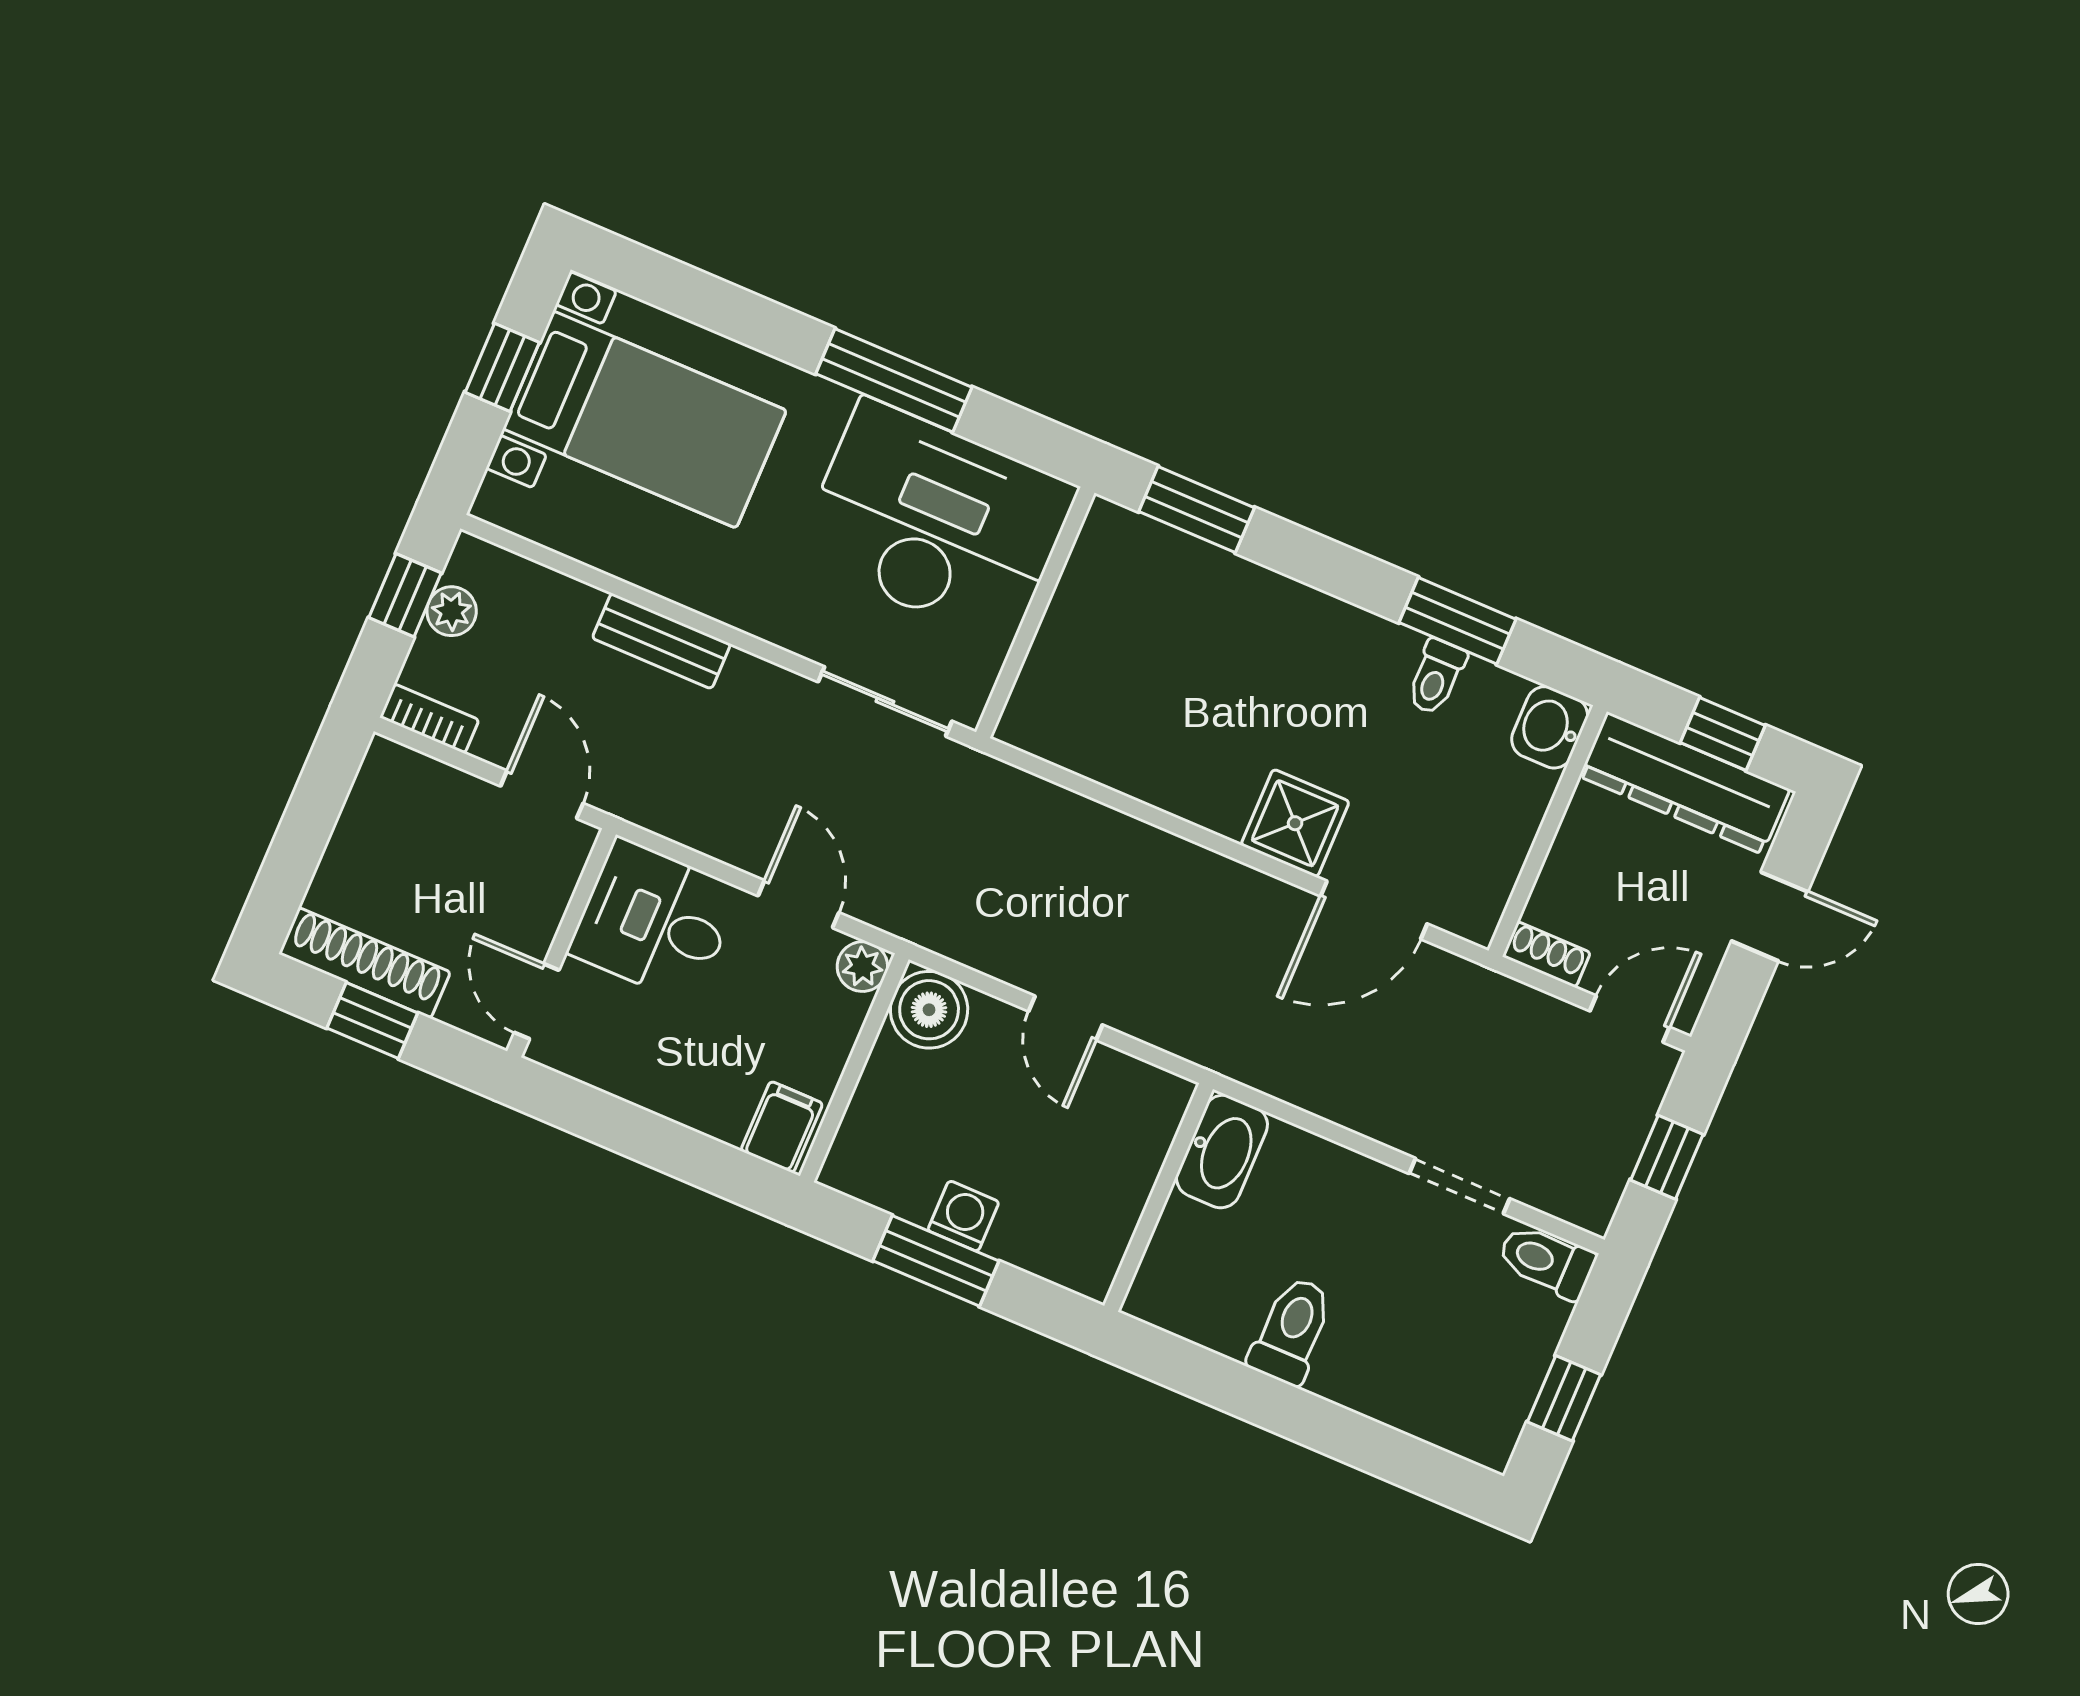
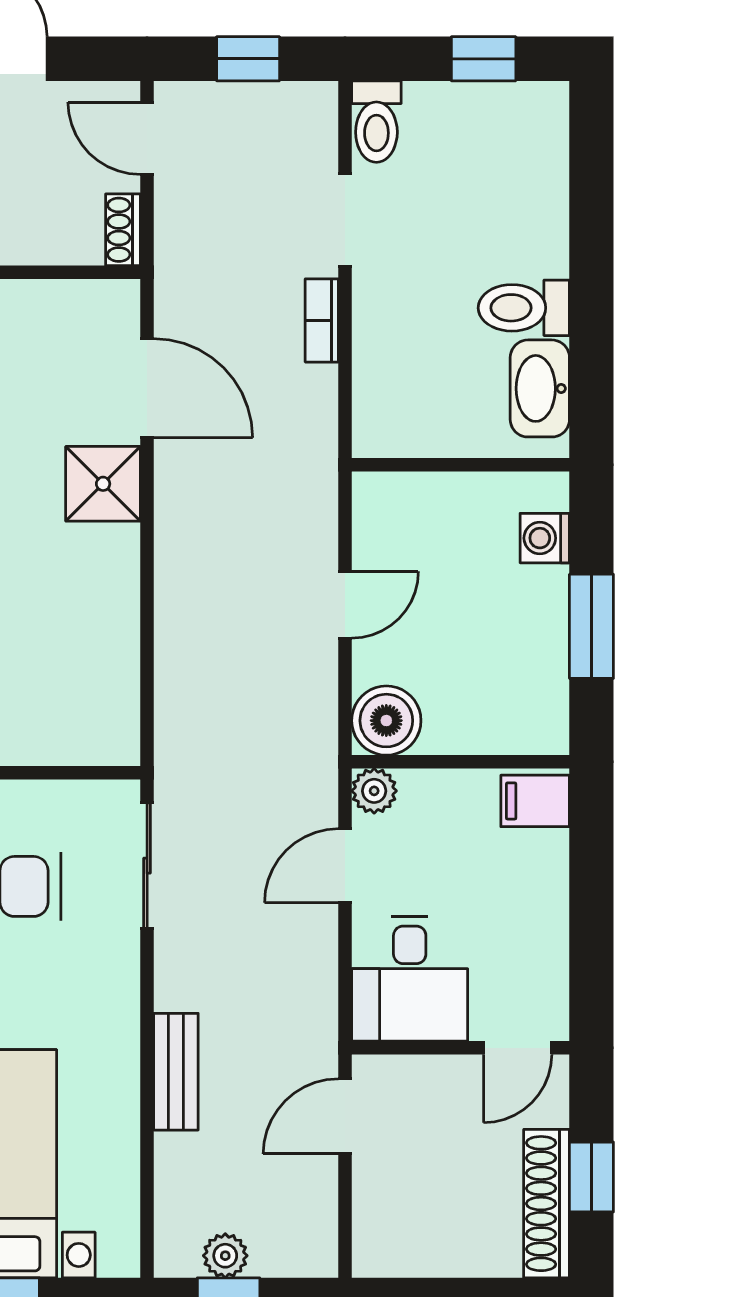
bookcase: (429, 719) -> (322, 320), moved
washbasin: (1222, 1151) -> (540, 388), moved, turned -90
washing machine: (963, 1216) -> (545, 538), moved

